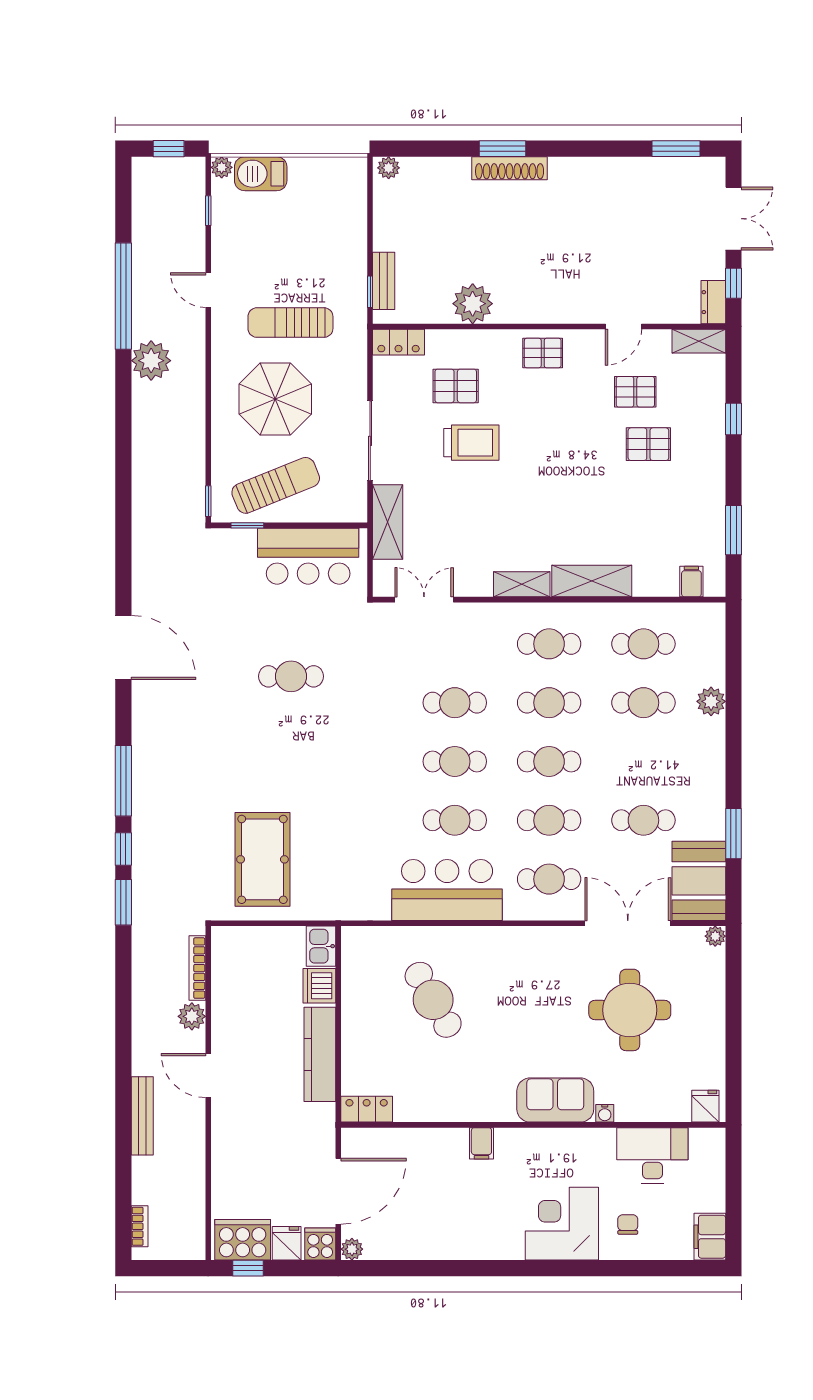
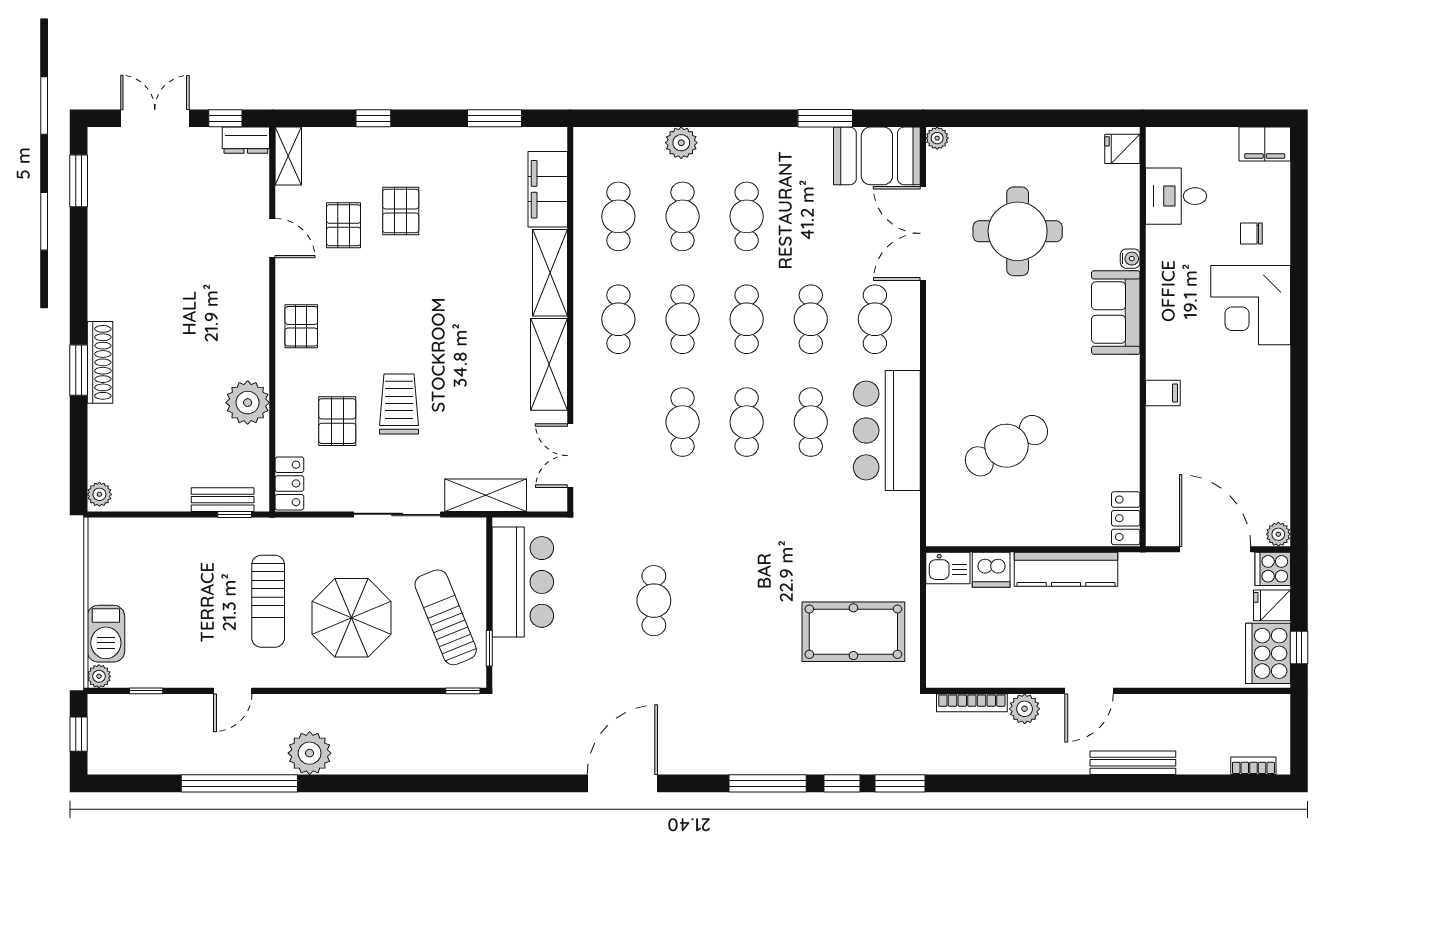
filing cabinet: (691, 582) -> (548, 189), width x3.00, depth x1.17
shelving: (522, 584) -> (549, 364), width x1.50, depth x1.33
cafe table: (643, 820) -> (747, 216), moved
desk: (652, 1155) -> (1176, 196), width x0.73

